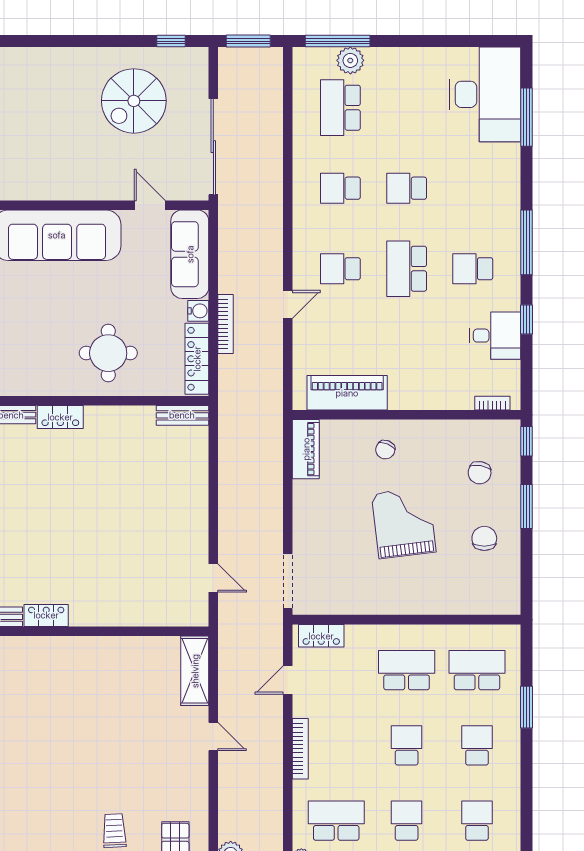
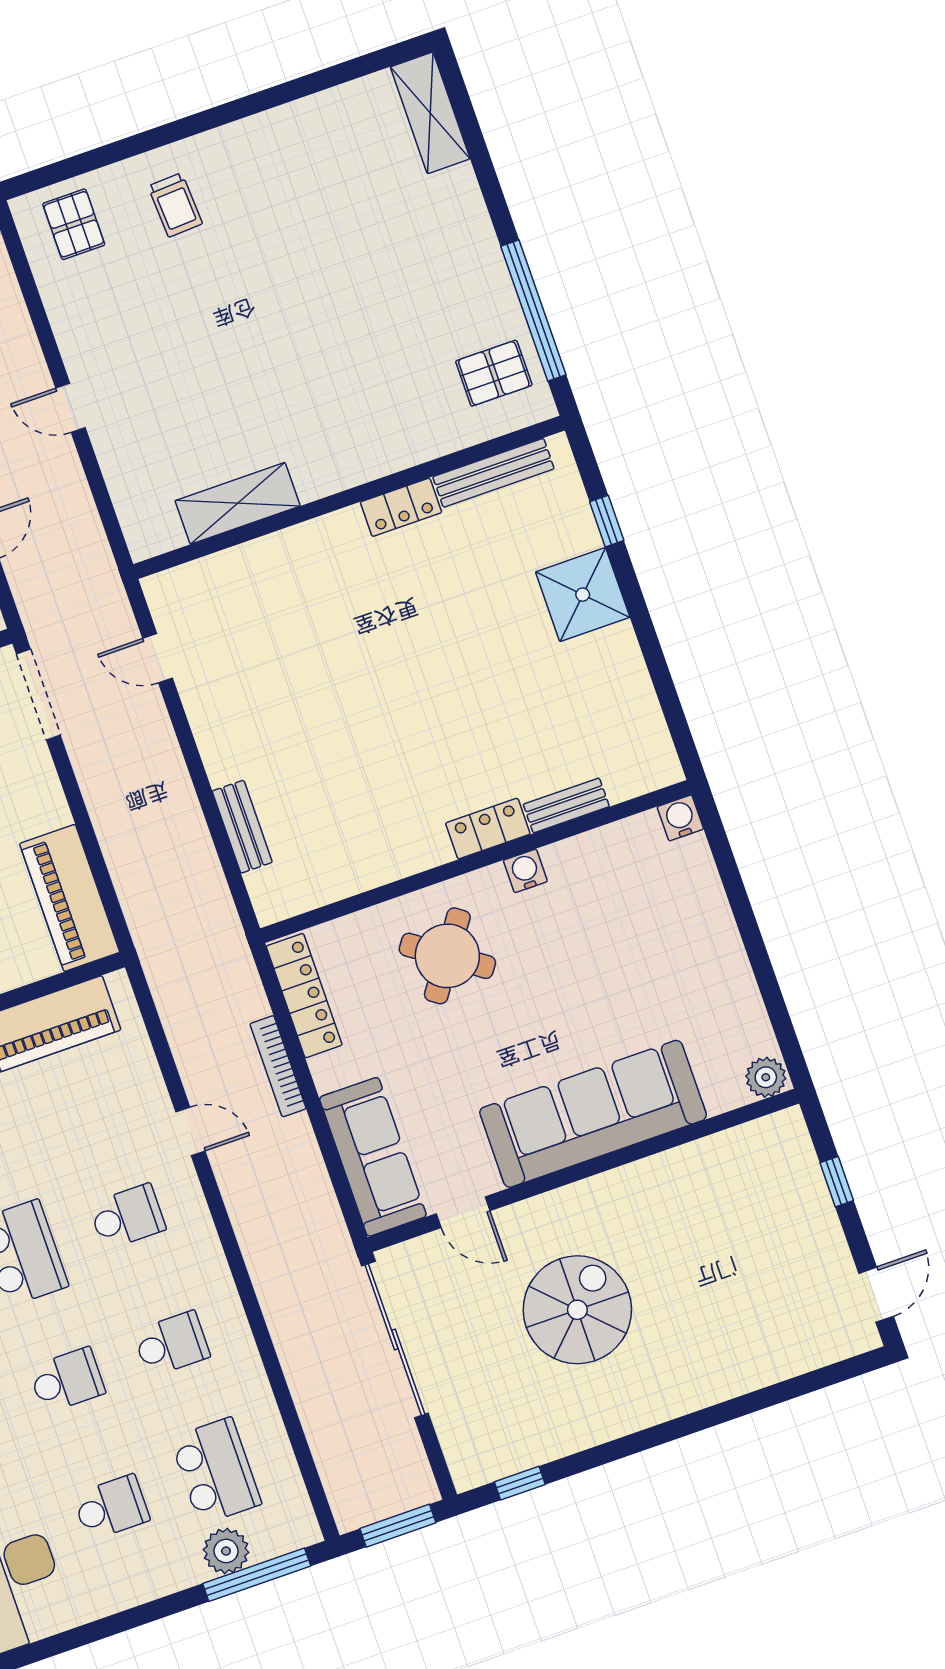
spiral stairs: (134, 101) -> (577, 1310), moved
school desk: (407, 108) -> (111, 1507), added
door: (288, 304) -> (190, 1131), swing flipped
water cooler: (198, 311) -> (525, 871), moved, turned 90
round table: (108, 353) -> (447, 956), turned 35
bench: (182, 415) -> (242, 827), moved, turned 90
piano: (306, 449) -> (70, 898), width x1.37, depth x1.33
shelving: (195, 671) -> (238, 503), moved, turned 90

